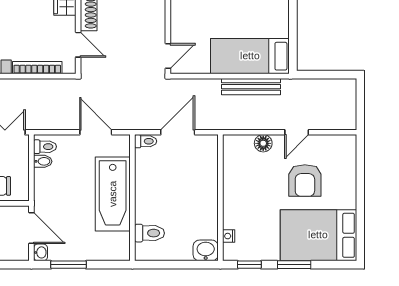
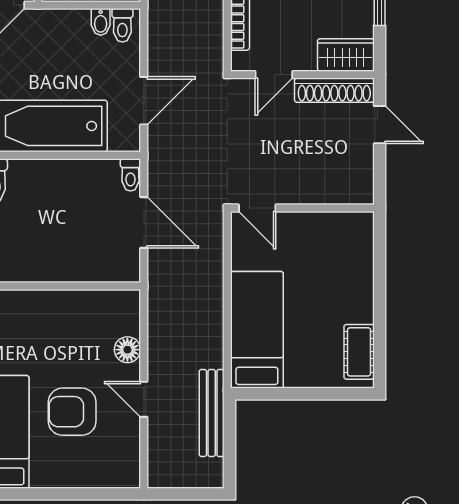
bench: (251, 87) -> (212, 413), moved

